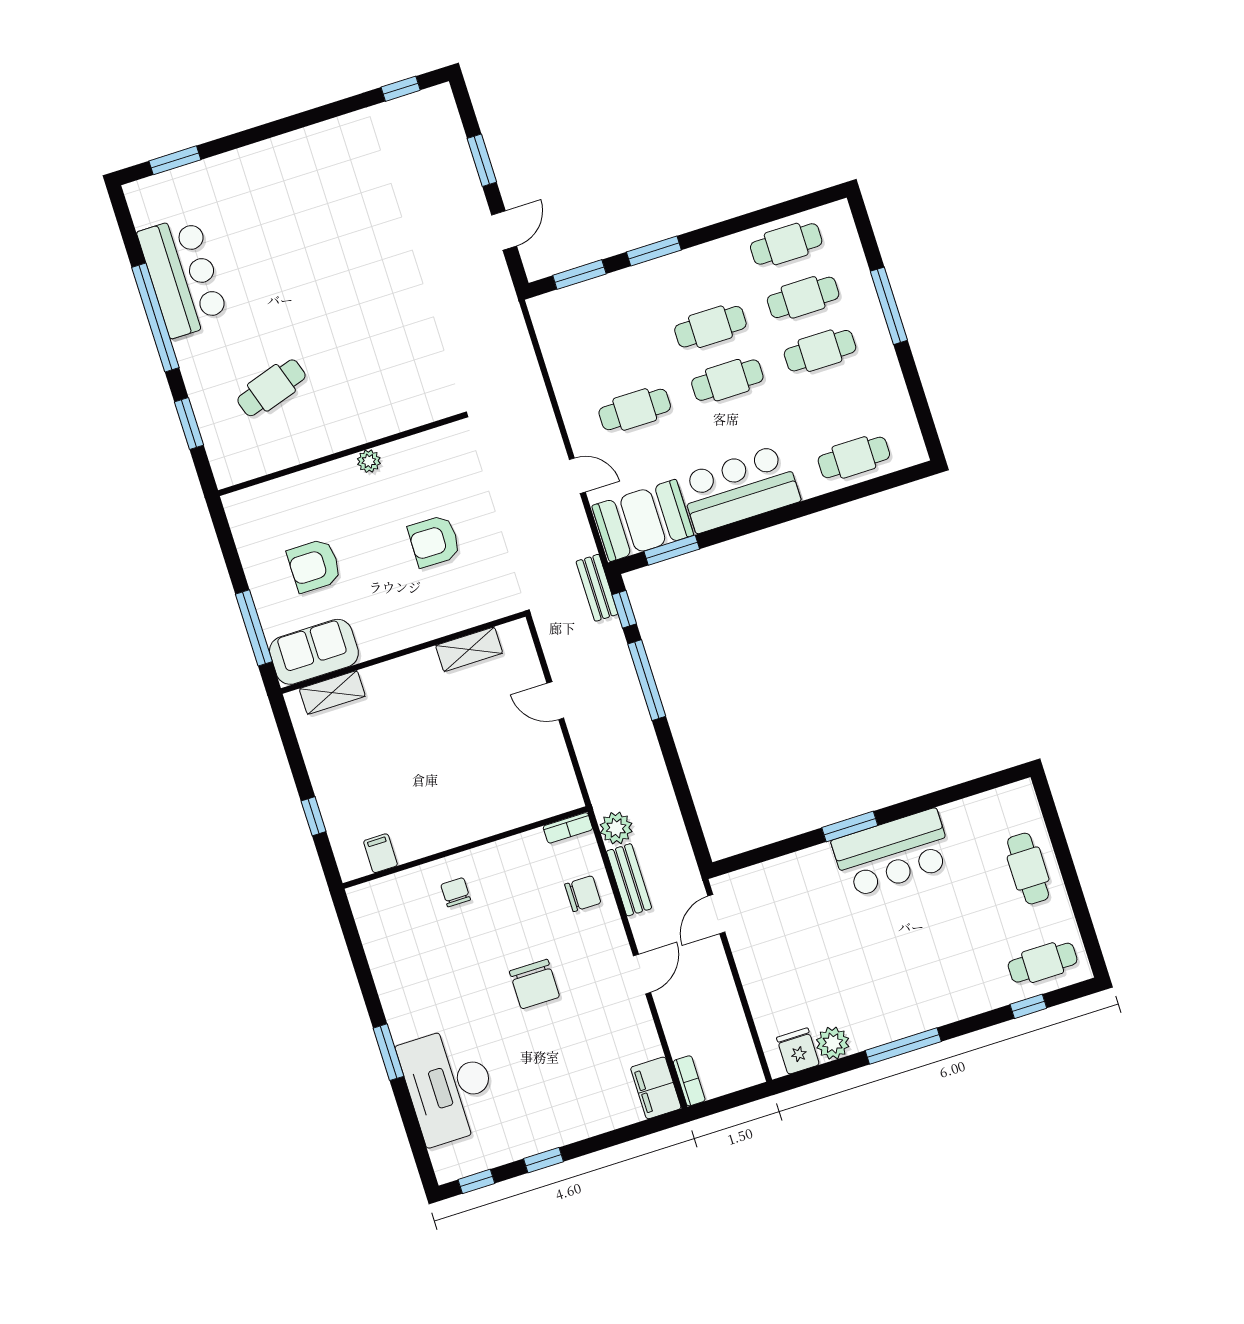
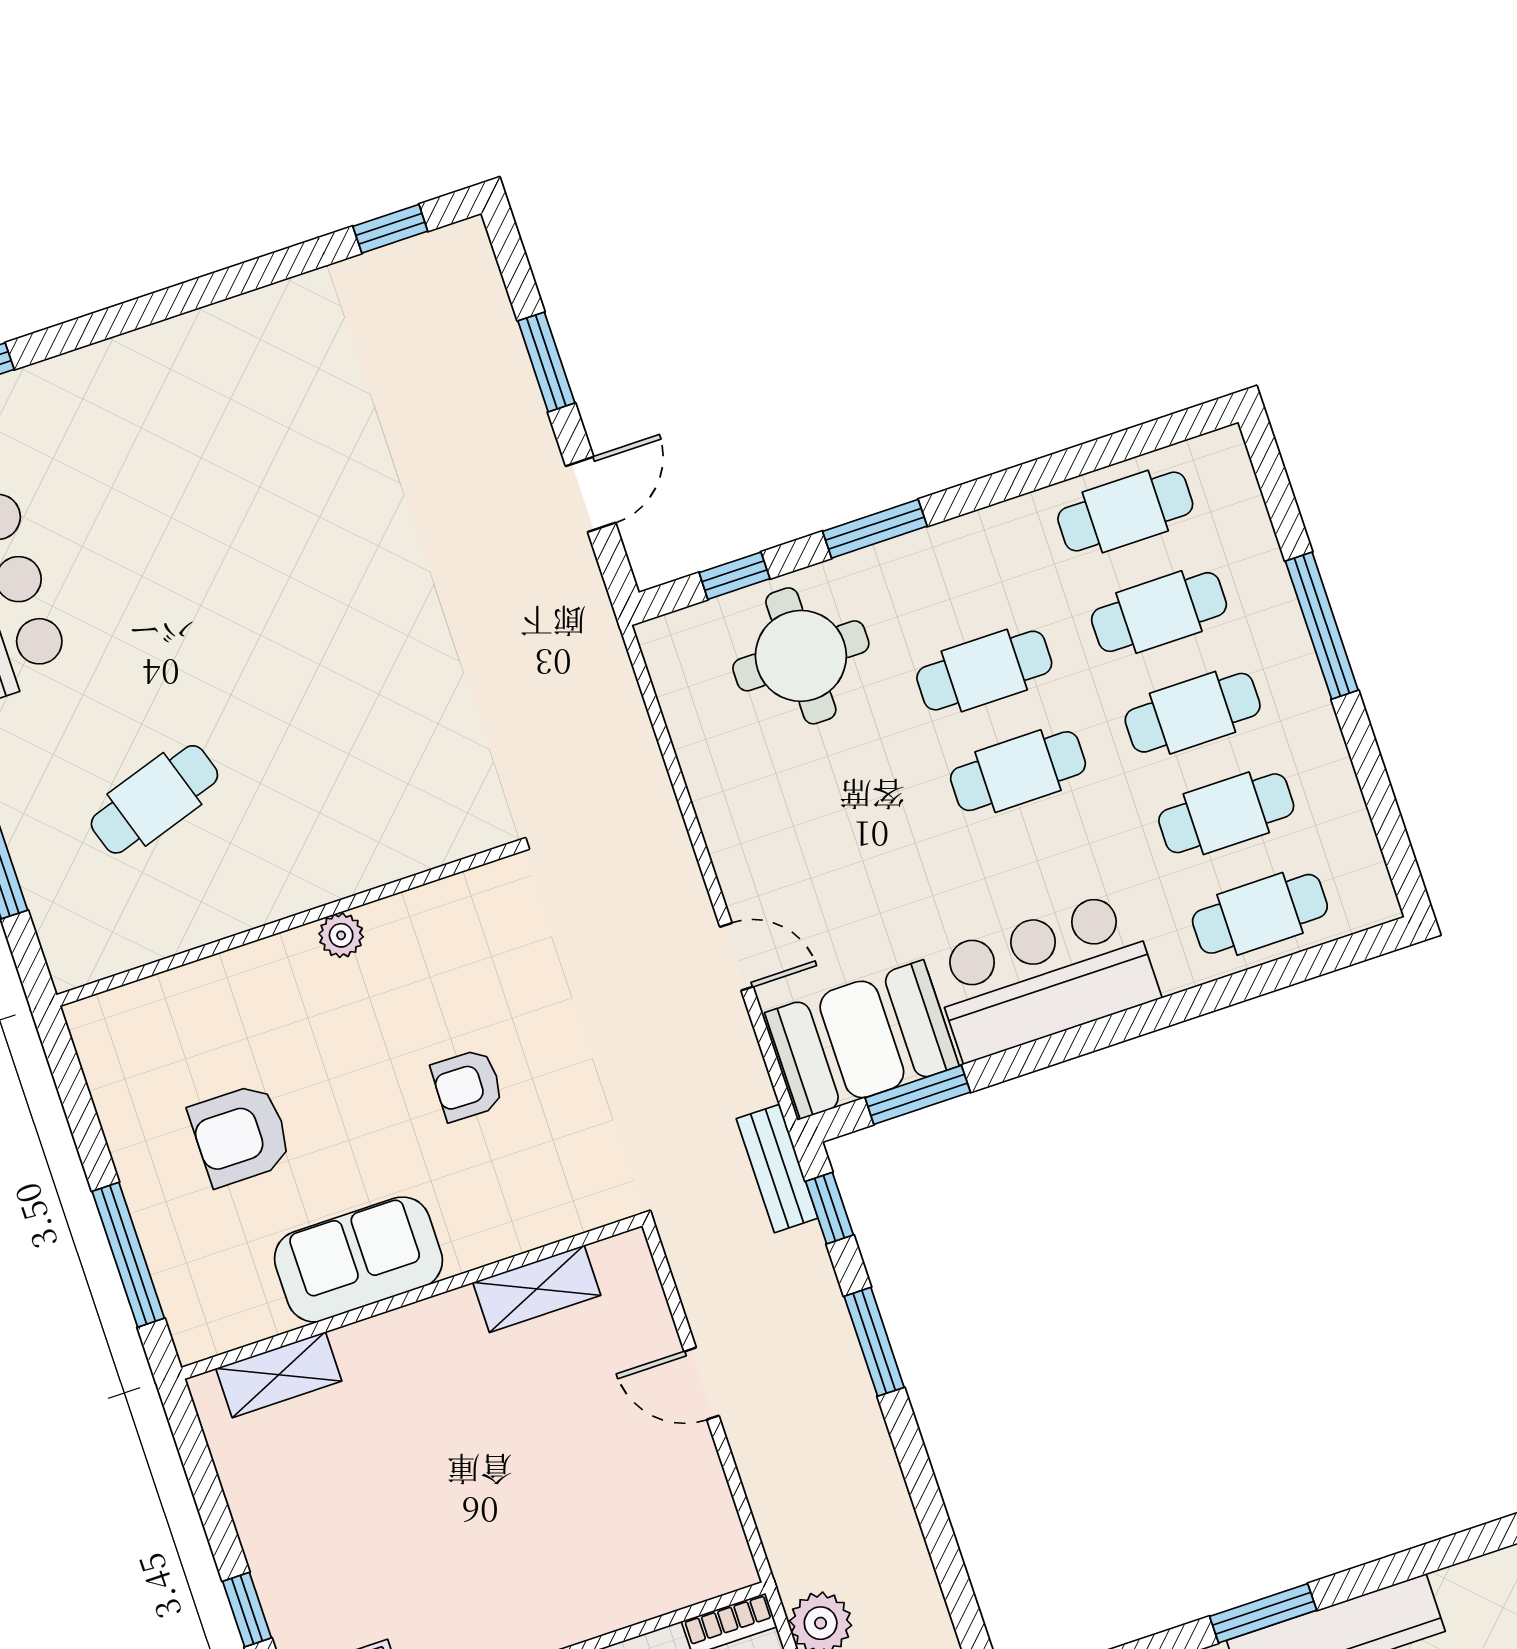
window: (579, 275) -> (734, 576), width x0.67
round table: (614, 317) -> (801, 656), added
cafe table: (635, 409) -> (1226, 813), moved
armchair: (434, 541) -> (467, 1085), width x0.72, depth x0.72
sofa: (314, 652) -> (358, 1259), moved
window: (647, 680) -> (874, 1342), width x0.69

